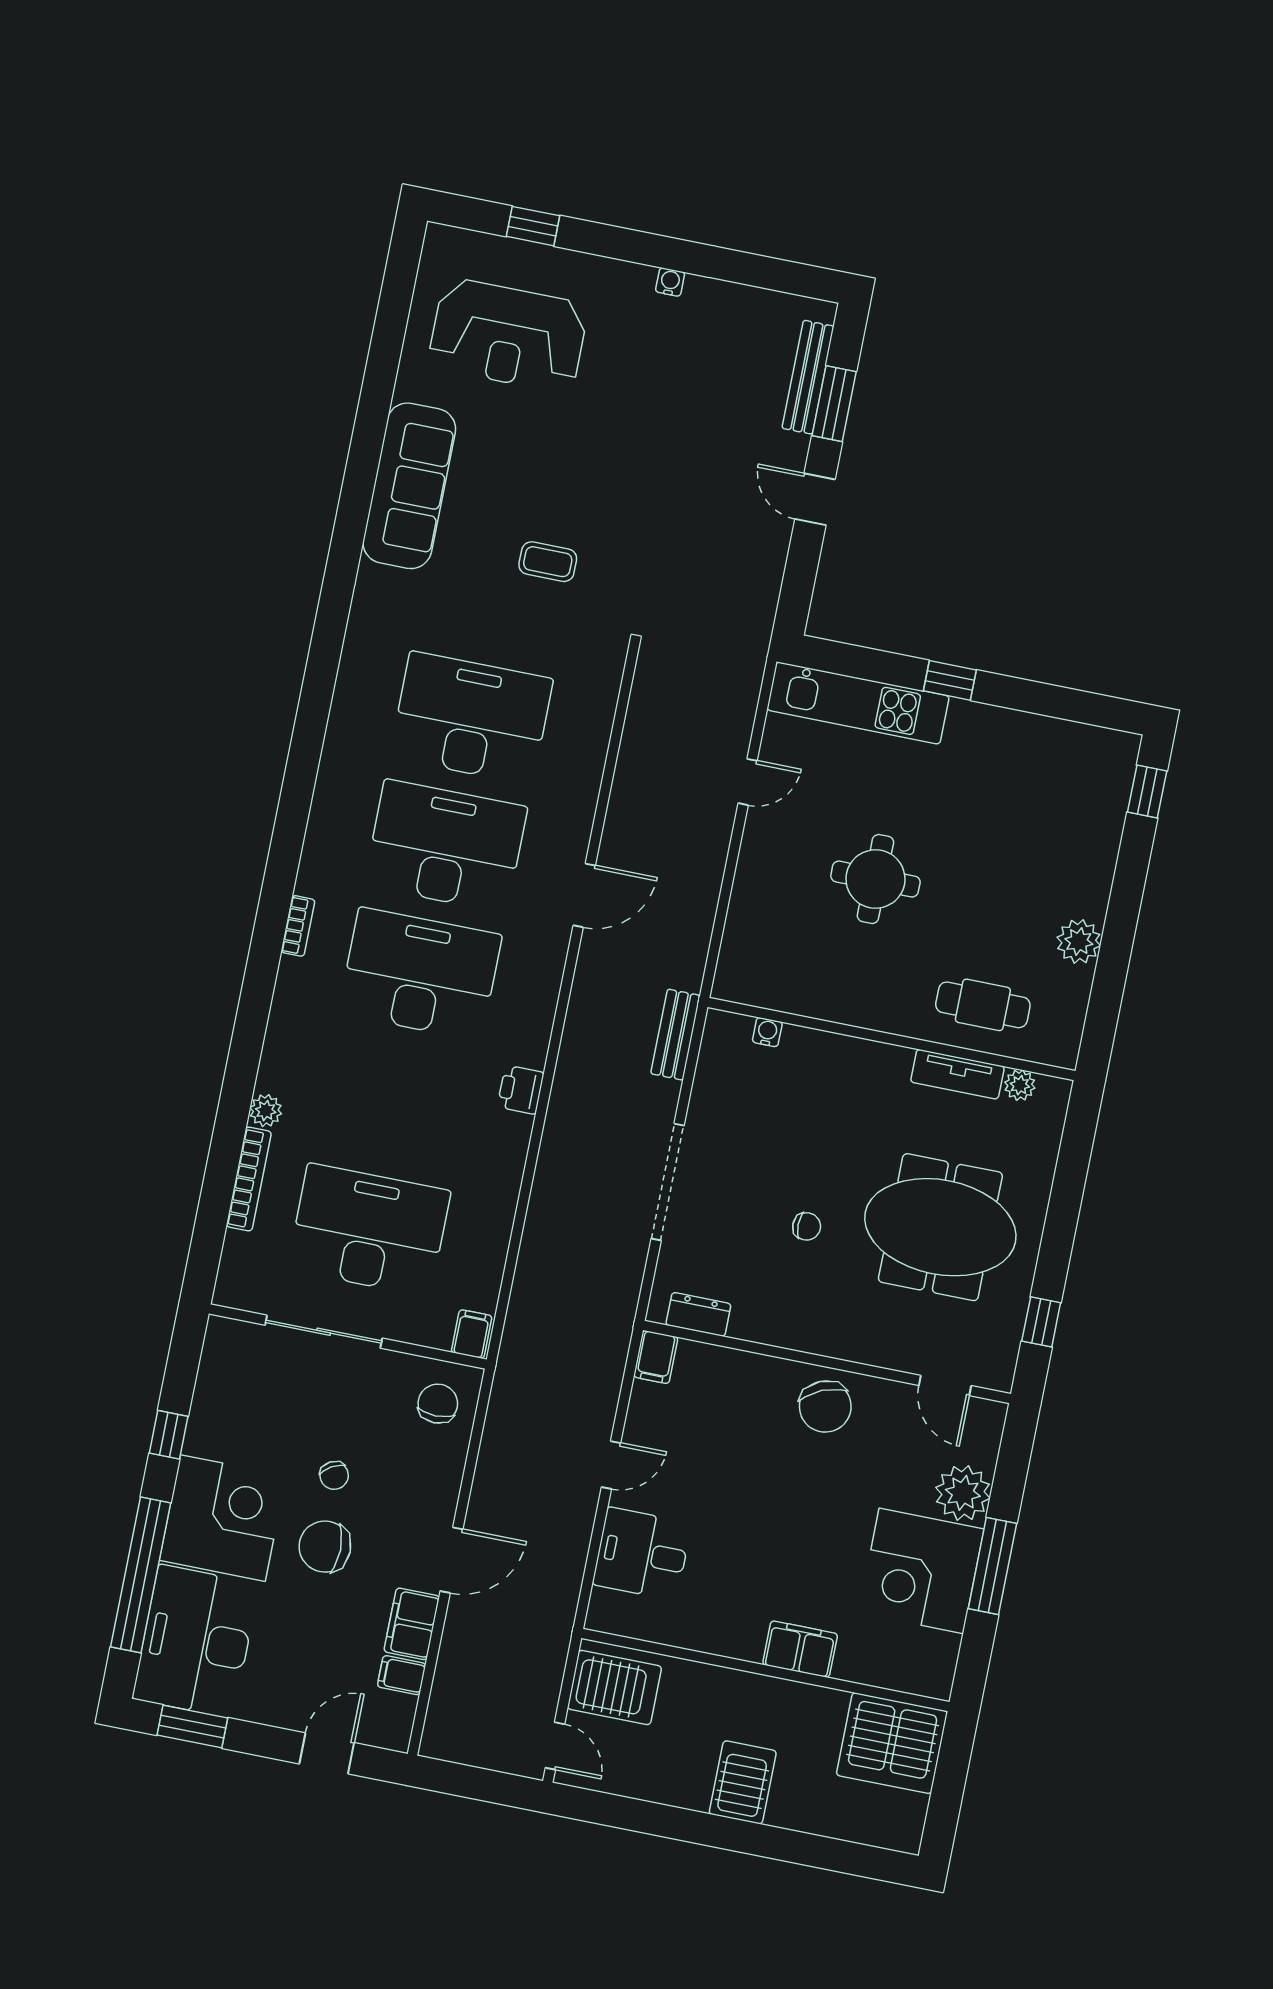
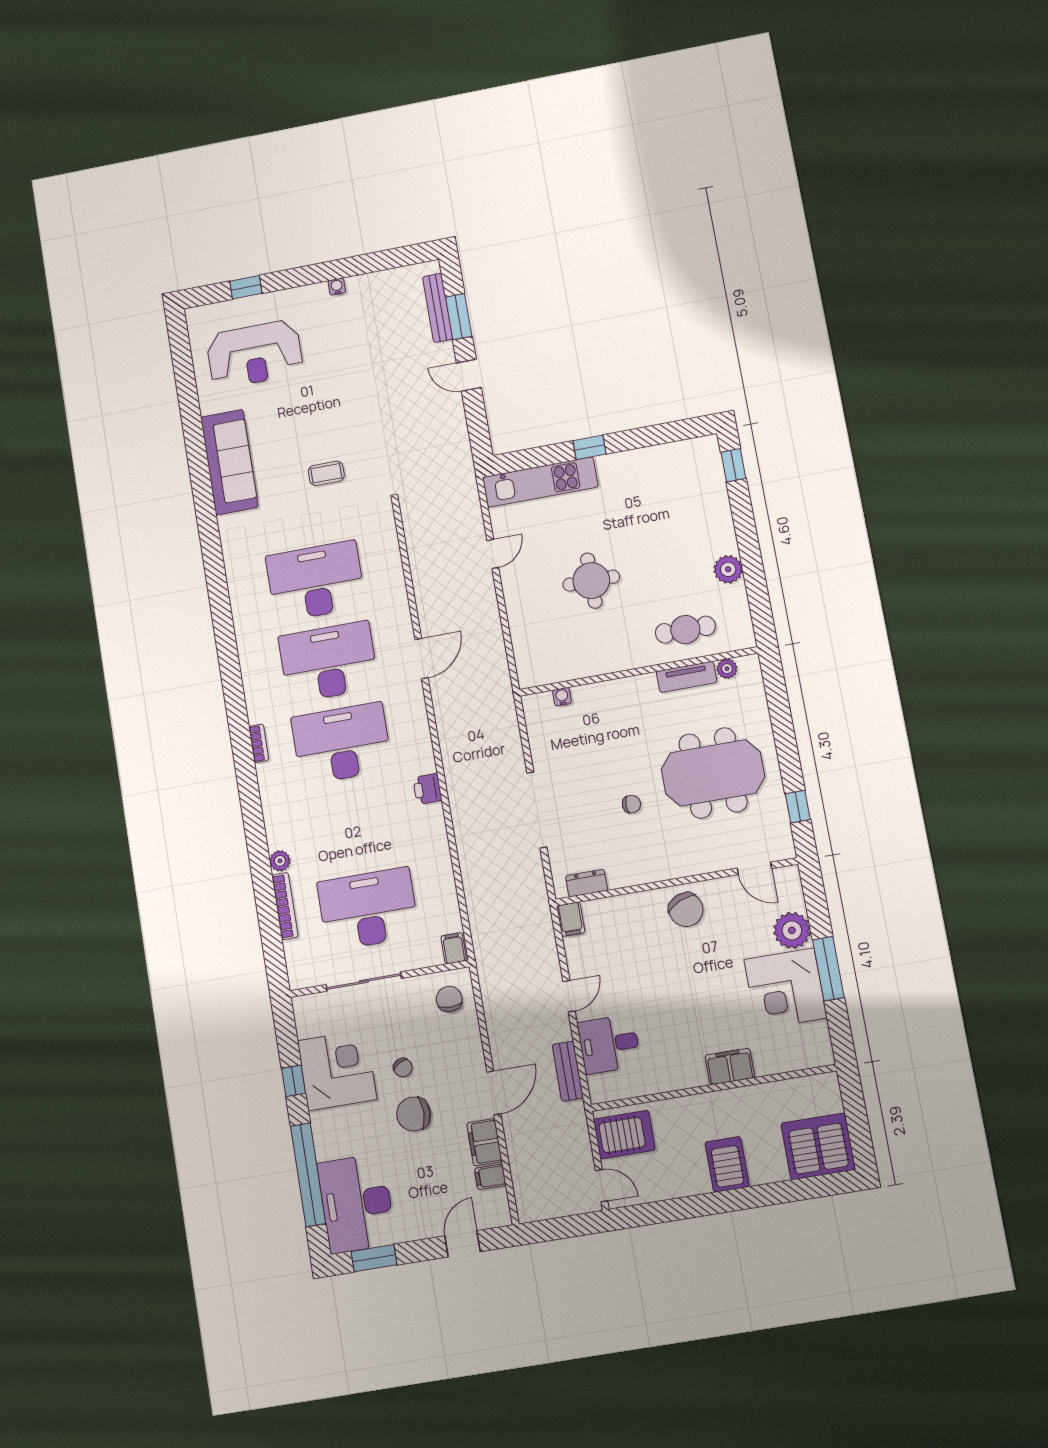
bench: (675, 1035) -> (568, 1071), moved
corner desk: (223, 1518) -> (337, 1070), moved
server rack: (892, 1743) -> (818, 1146), moved, turned 180

